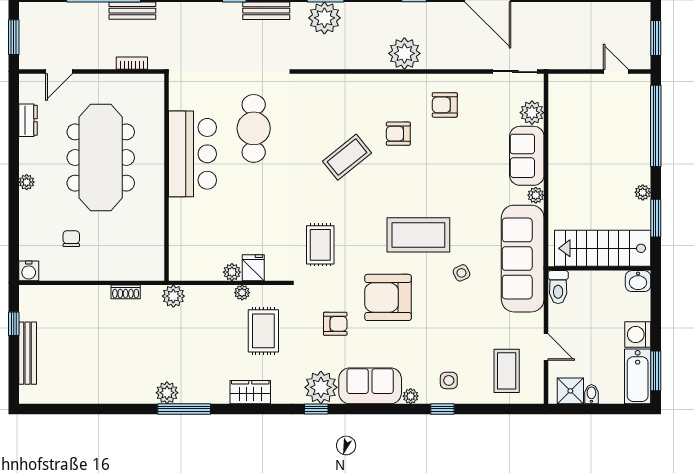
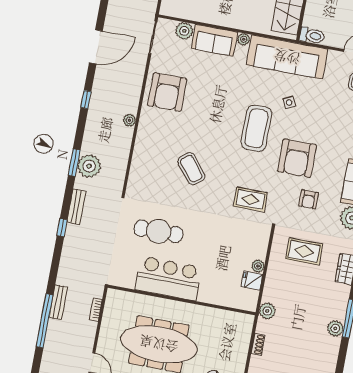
plant: (404, 53) -> (130, 120), width x0.53, depth x0.53
armchair: (445, 105) -> (167, 92), width x1.88, depth x1.88
armchair: (398, 134) -> (182, 129), removed
fridge: (253, 268) -> (252, 281), moved
plant: (242, 293) -> (274, 262), removed
armchair: (335, 324) -> (309, 199), turned 180

